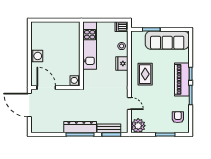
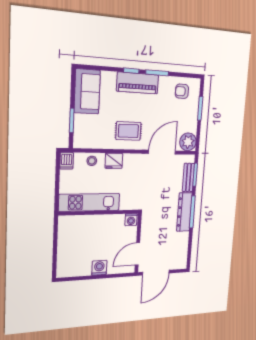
sofa: (167, 40) -> (87, 91), width x0.73
door: (129, 103) -> (162, 152), width x1.88

